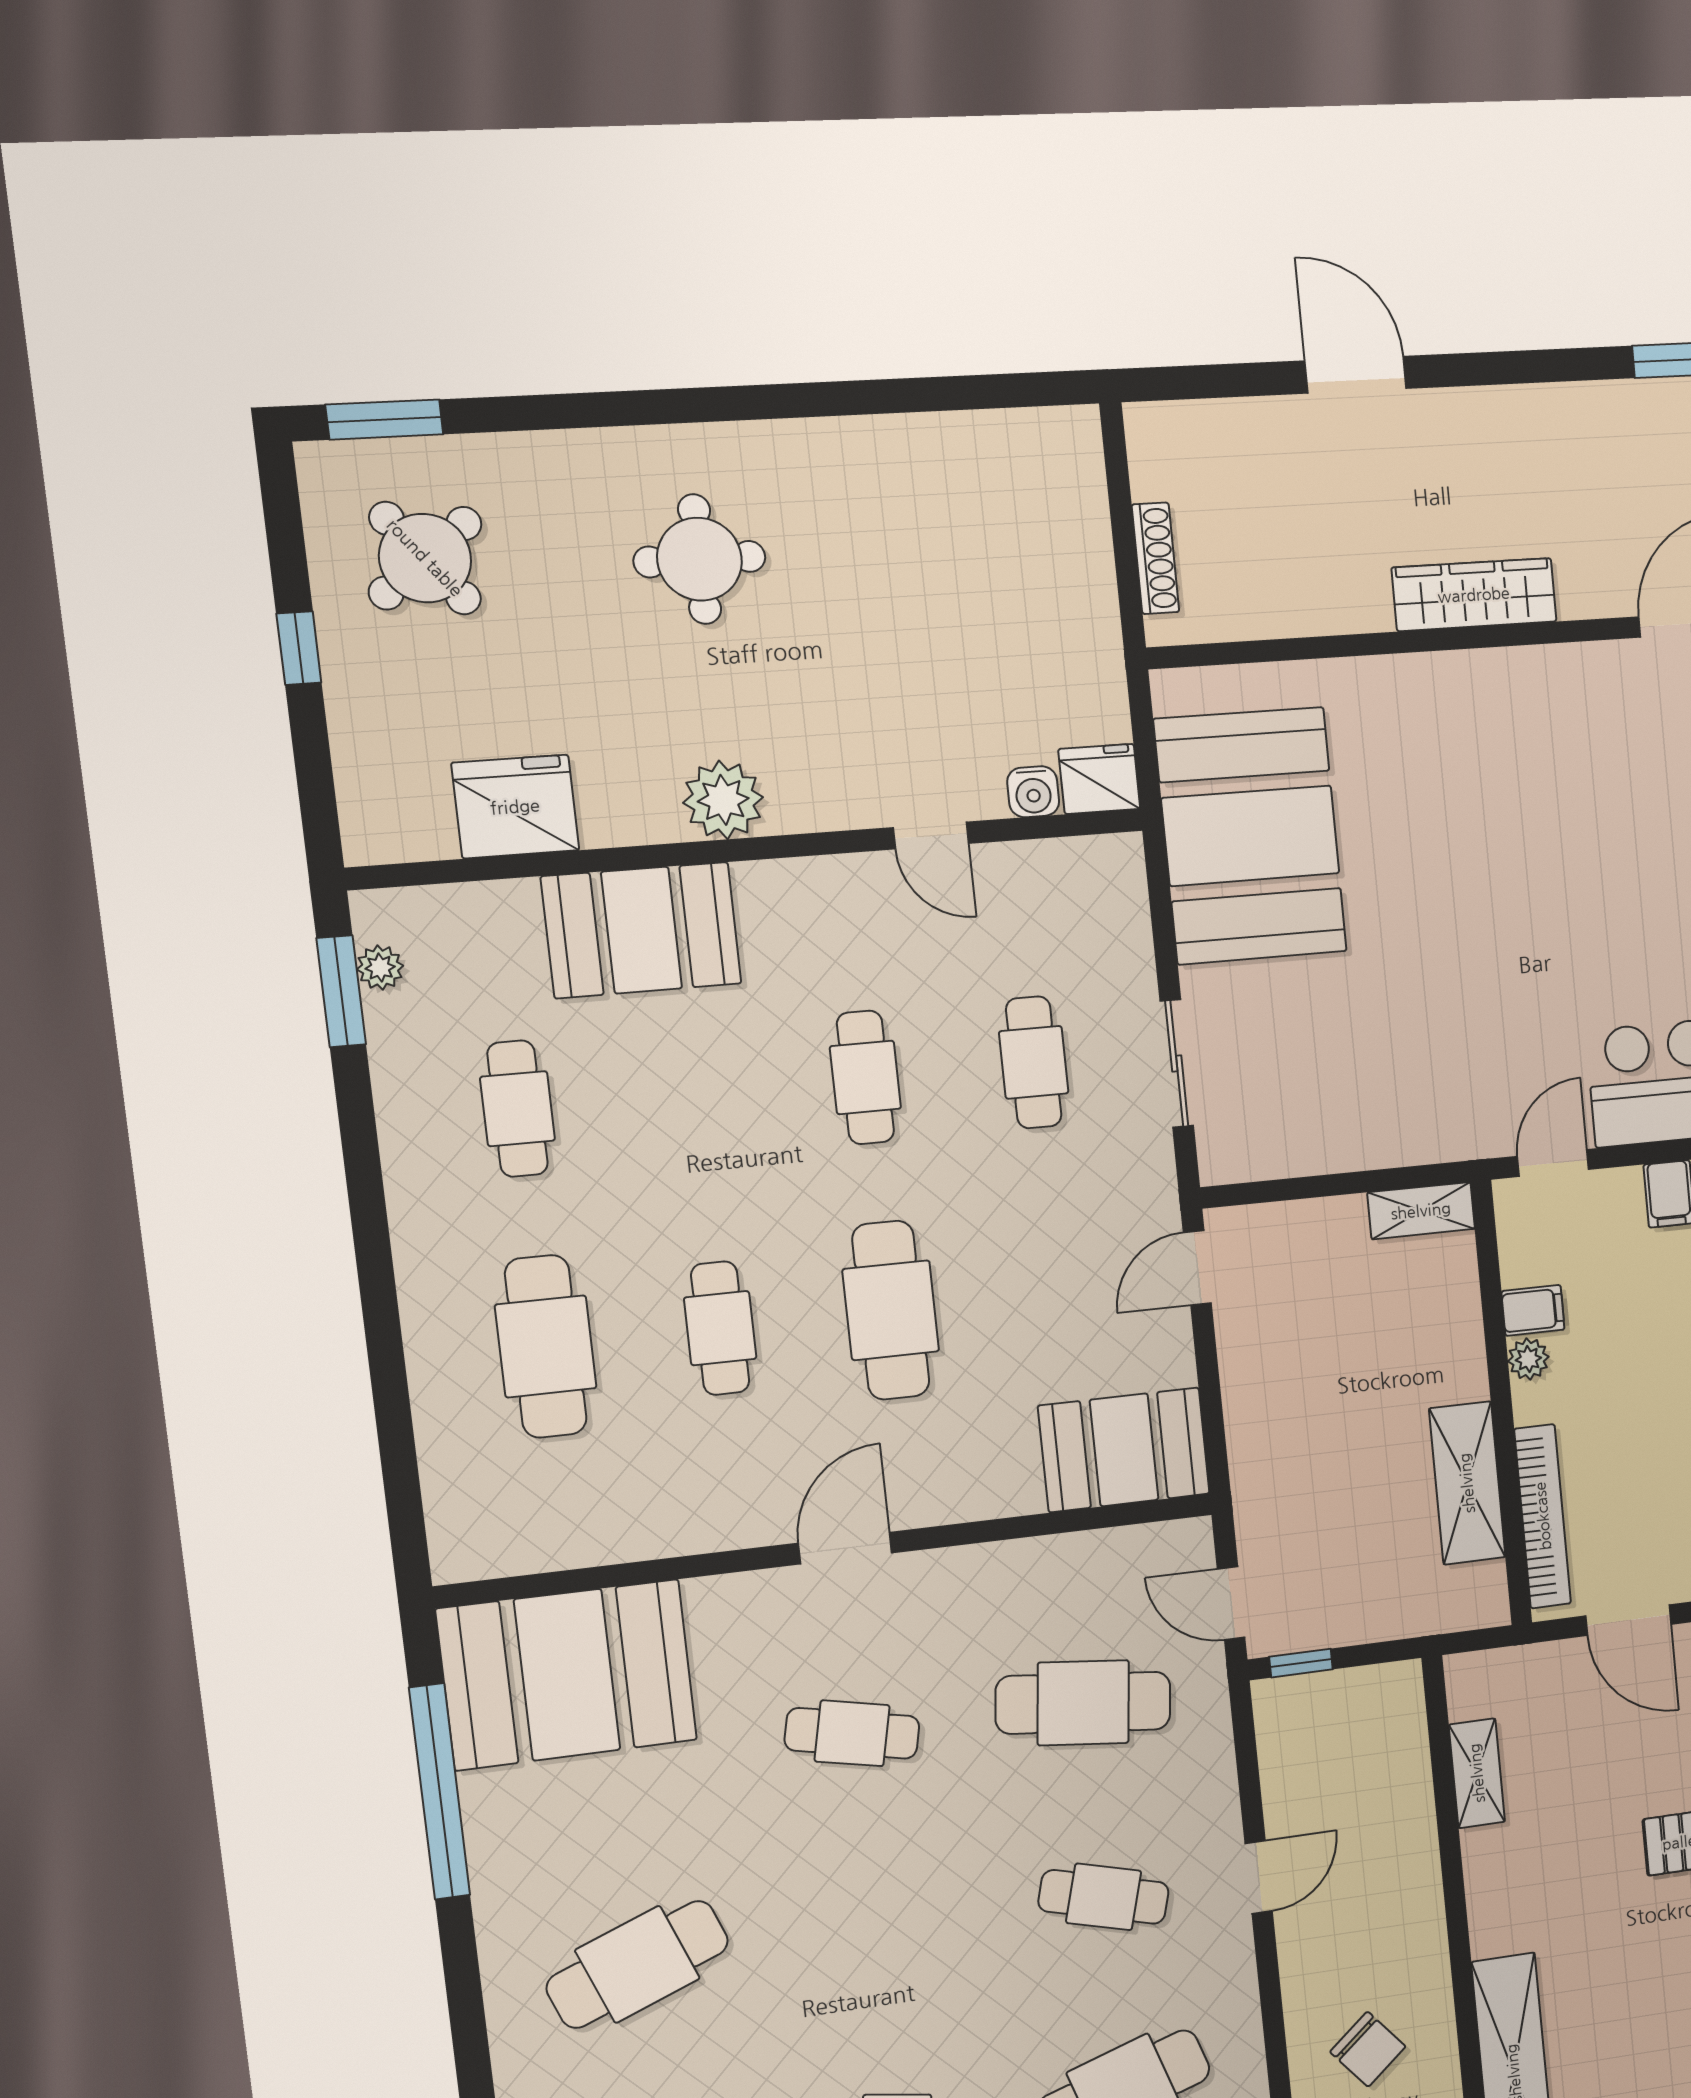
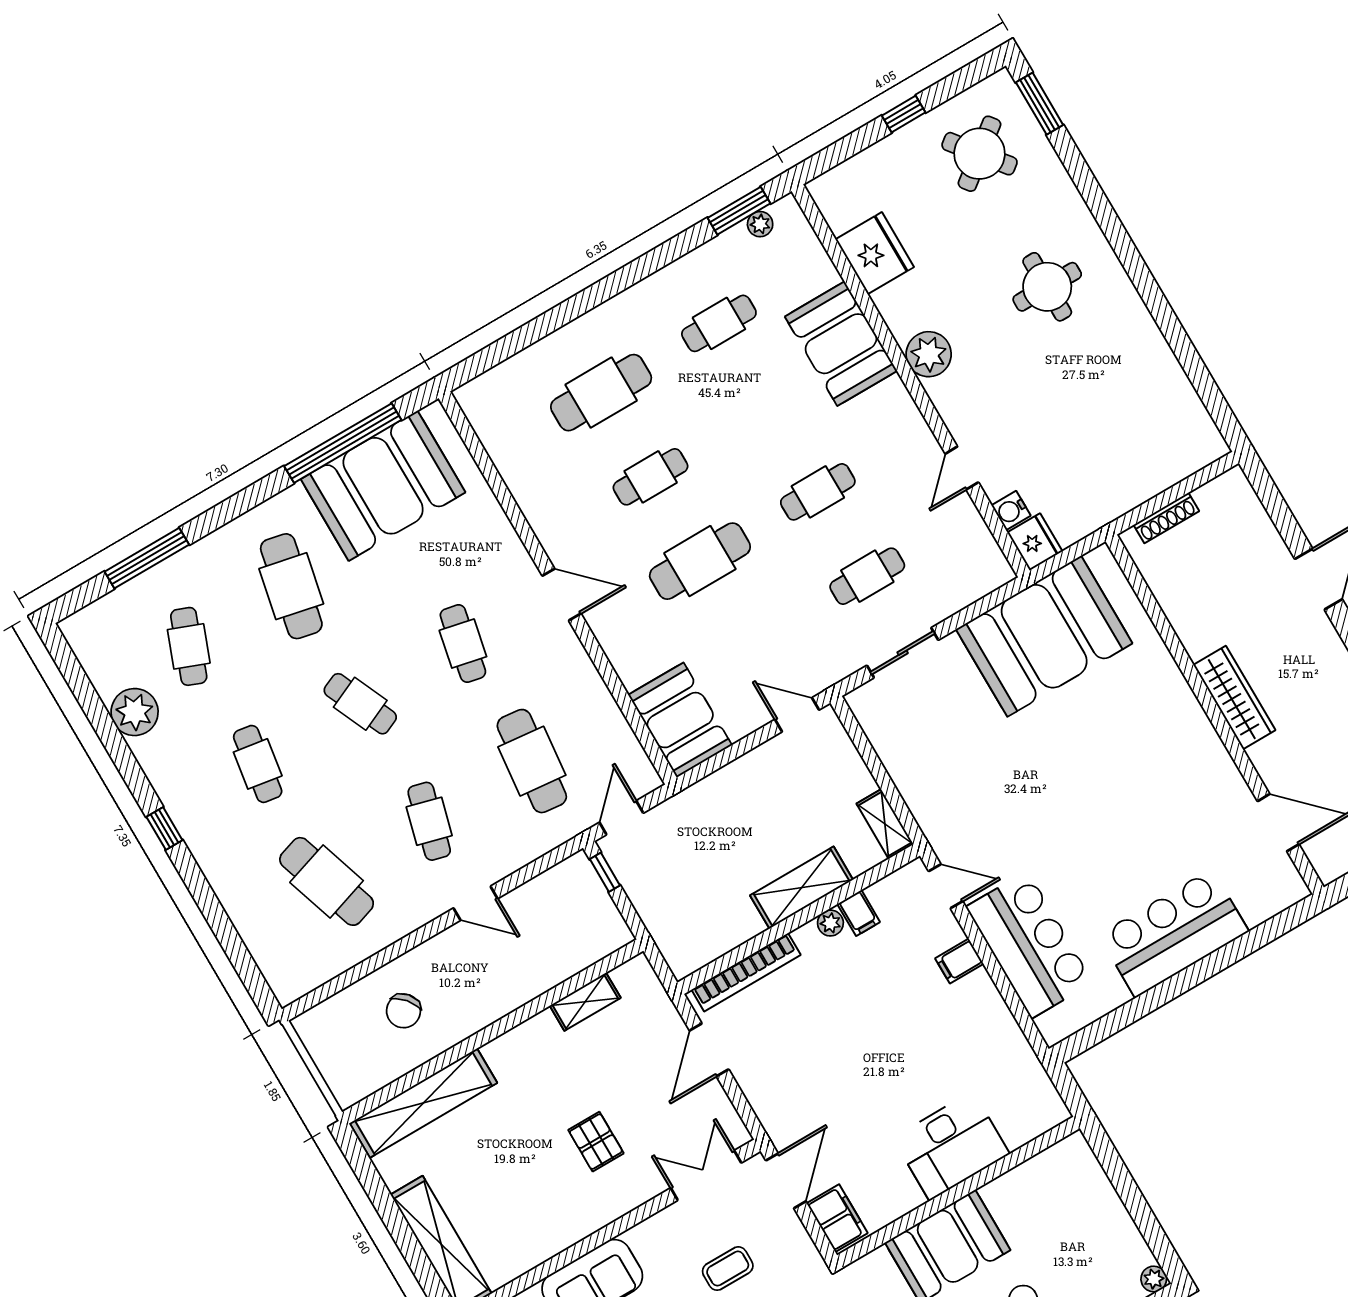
shelving: (1467, 1483) -> (802, 888), moved
booth: (567, 1675) -> (383, 486), moved, turned 90
cafe table: (874, 1930) -> (360, 704), added
cafe table: (637, 1964) -> (291, 586), turned 33

